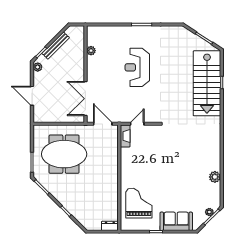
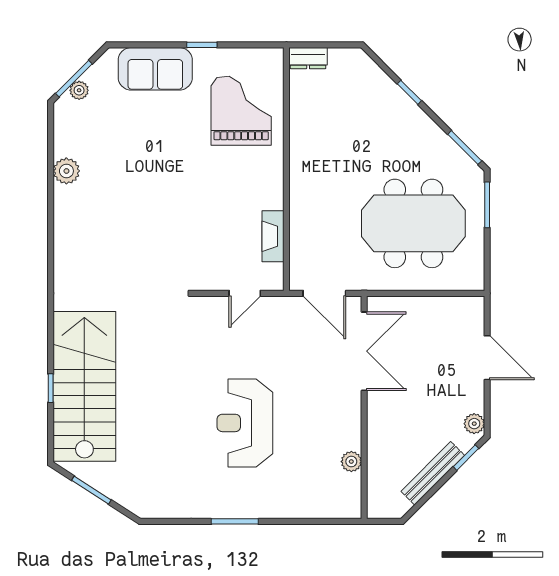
reception desk: (137, 67) -> (245, 423), turned 180
fireplace: (125, 136) -> (273, 236), moved
grand piano: (139, 203) -> (241, 111), turned 180

